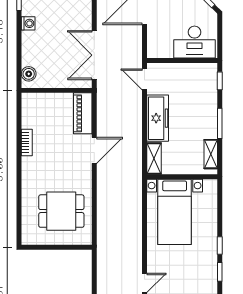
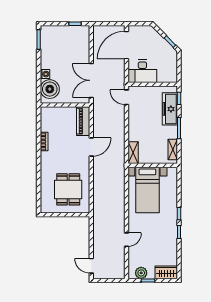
washing machine: (28, 23) -> (45, 74), moved
desk: (194, 42) -> (142, 71), moved
boiler: (29, 74) -> (50, 89), width x1.86, depth x1.86
freezer: (158, 118) -> (170, 109), moved, turned 180
dining table: (61, 211) -> (68, 189), turned 90

